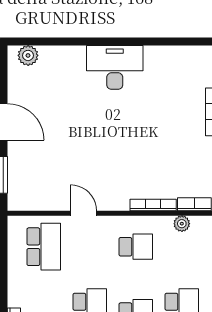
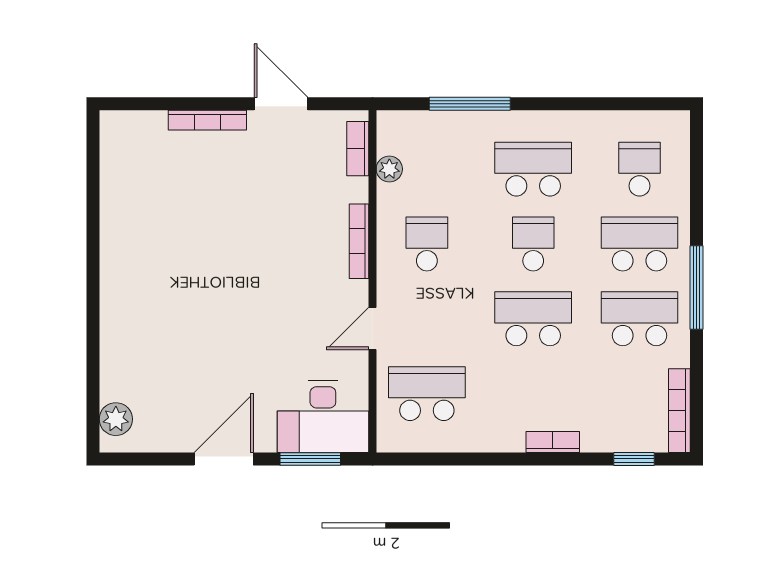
desk: (115, 67) -> (323, 417), moved, turned -90
bookcase: (153, 205) -> (359, 241), moved

